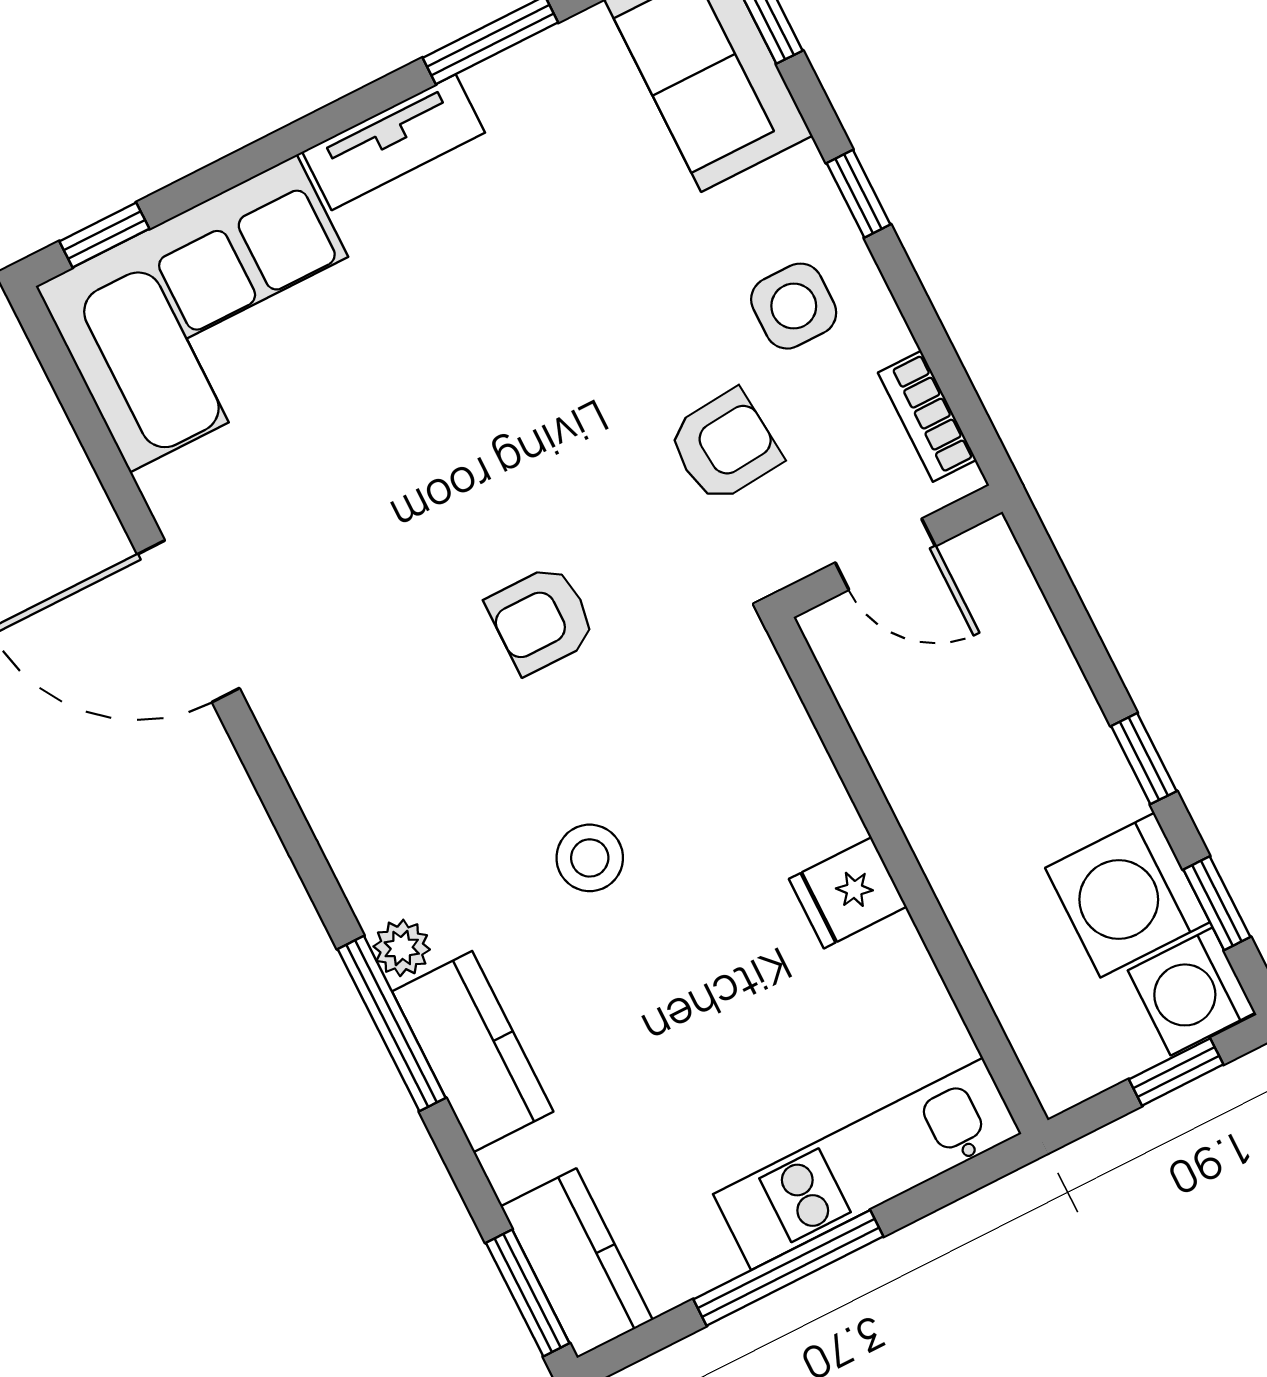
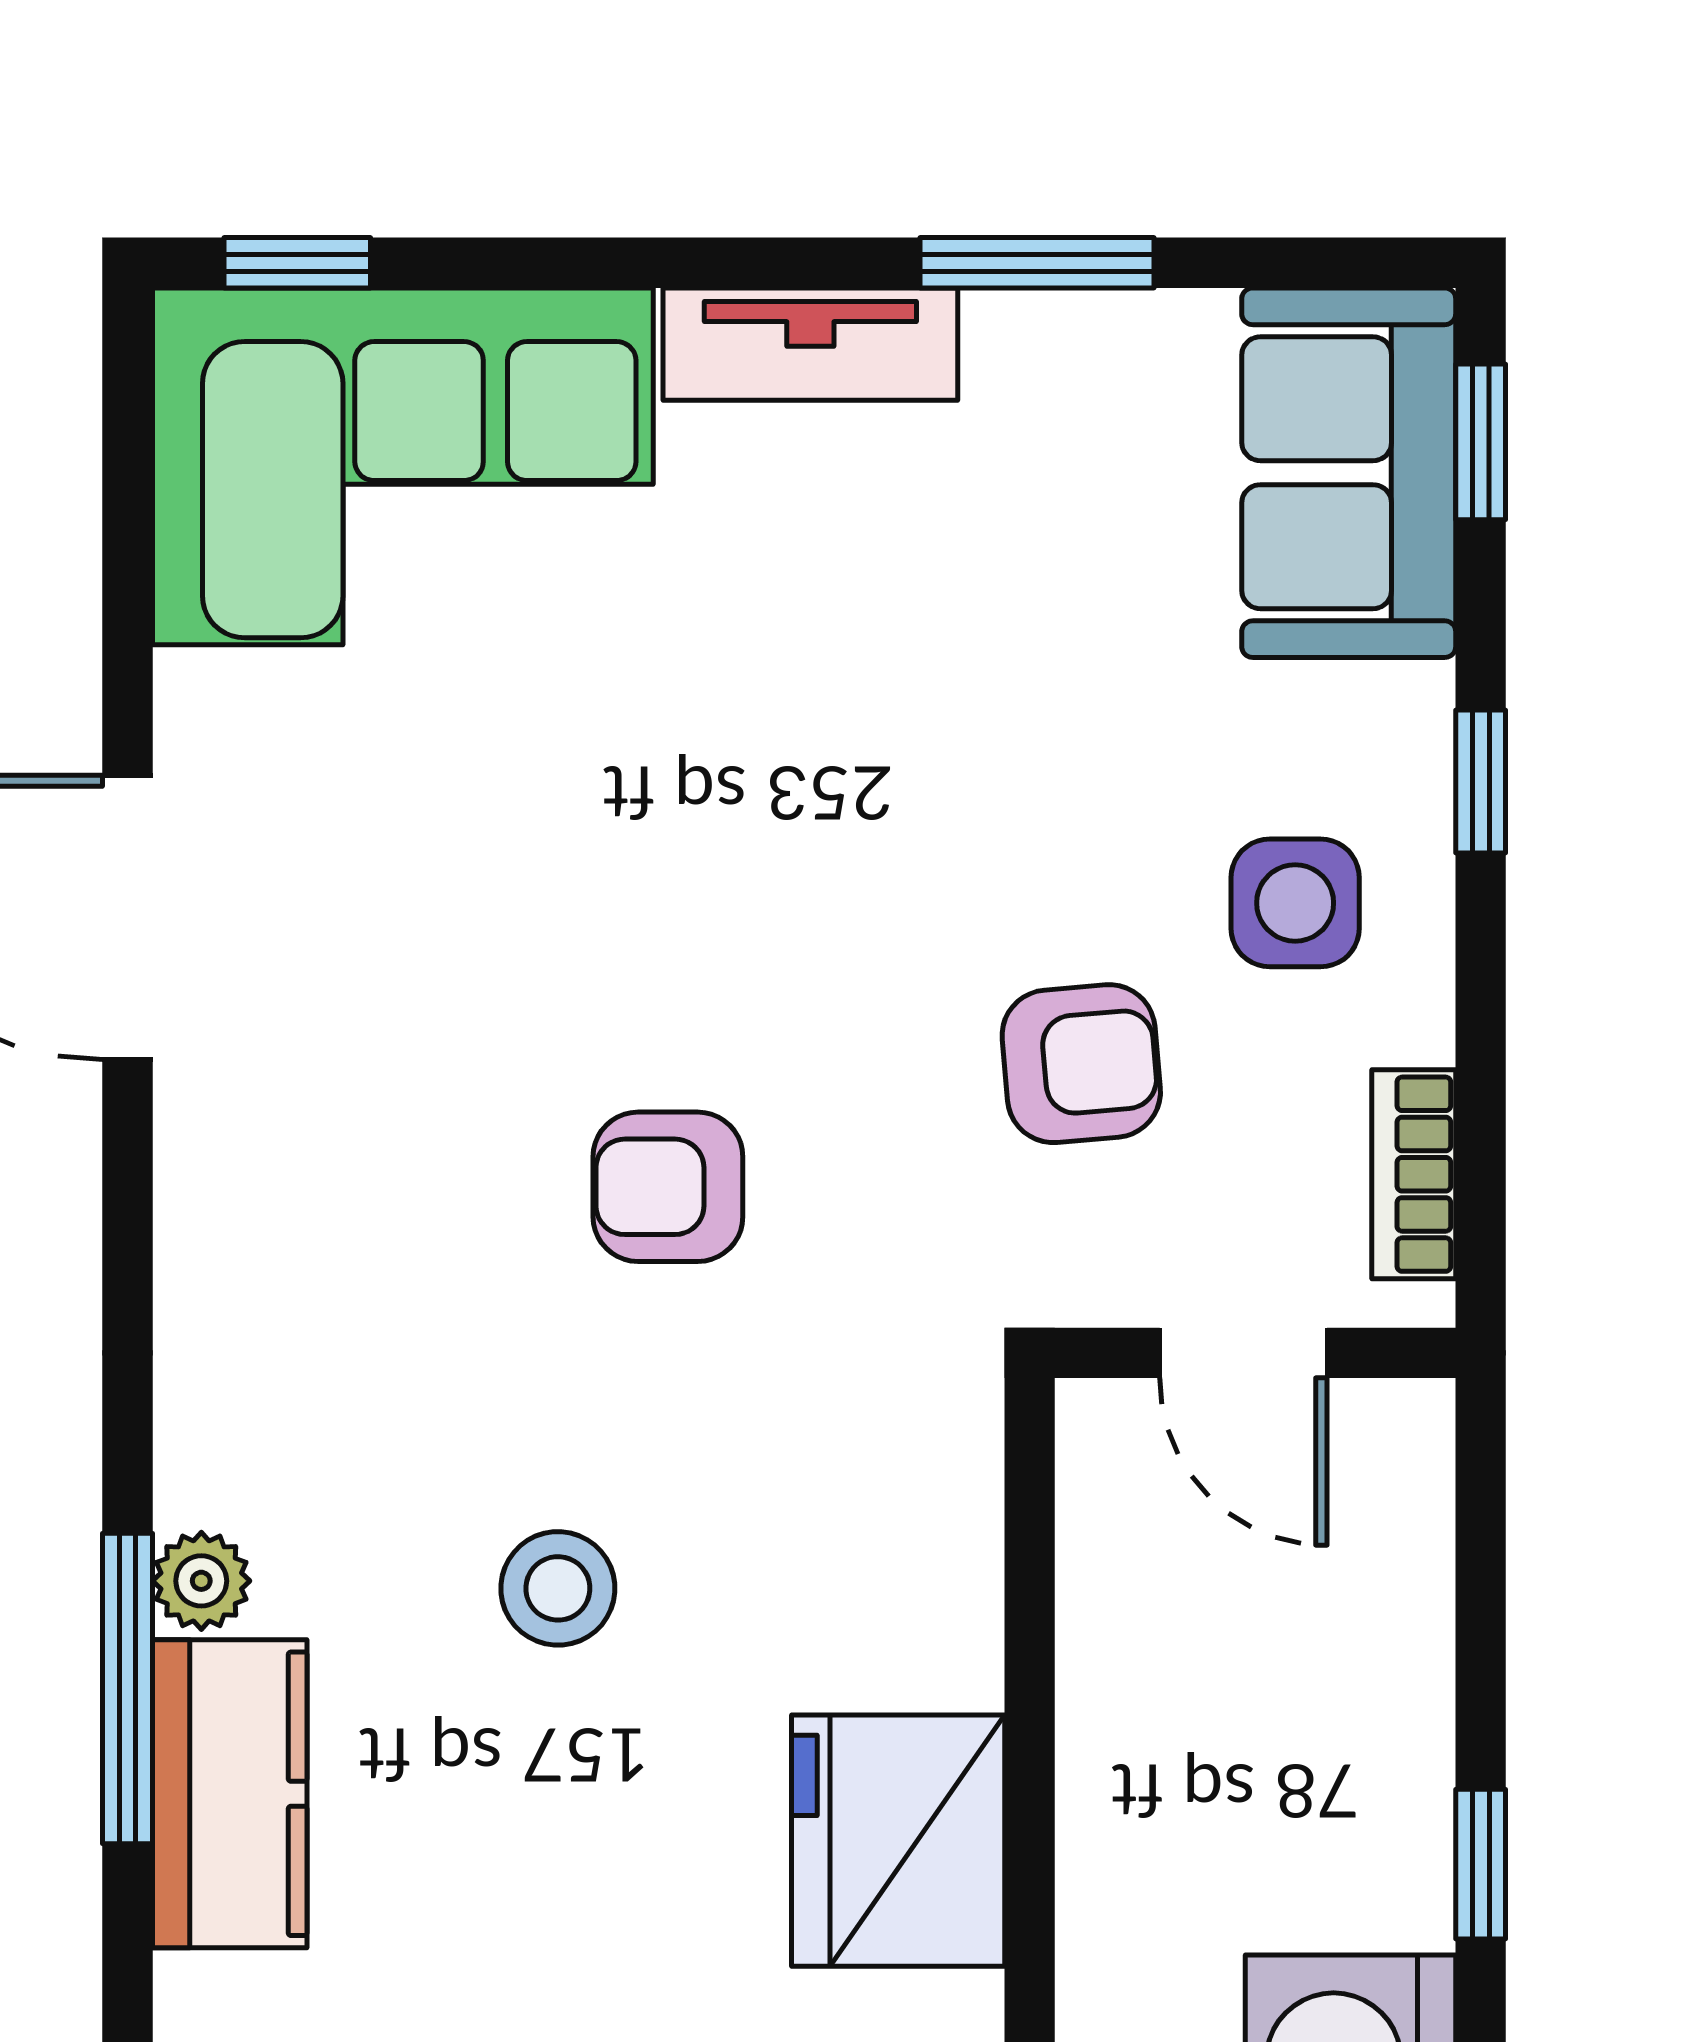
fridge: (848, 893) -> (898, 1841), width x1.88, depth x1.34

